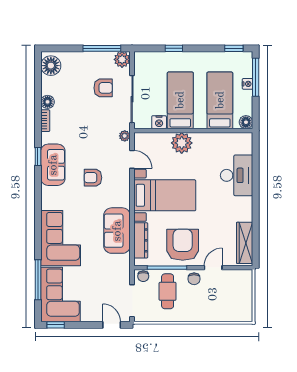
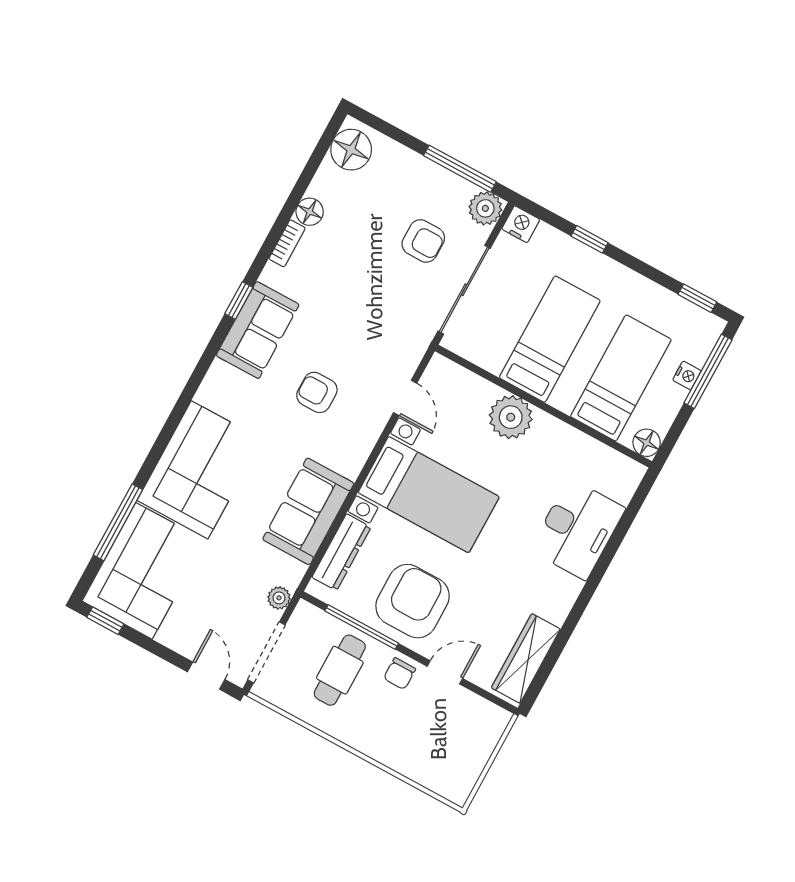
nightstand: (159, 122) -> (521, 224), moved, turned 180
plant: (125, 136) -> (279, 598), moved
chair: (143, 276) -> (311, 619), removed

